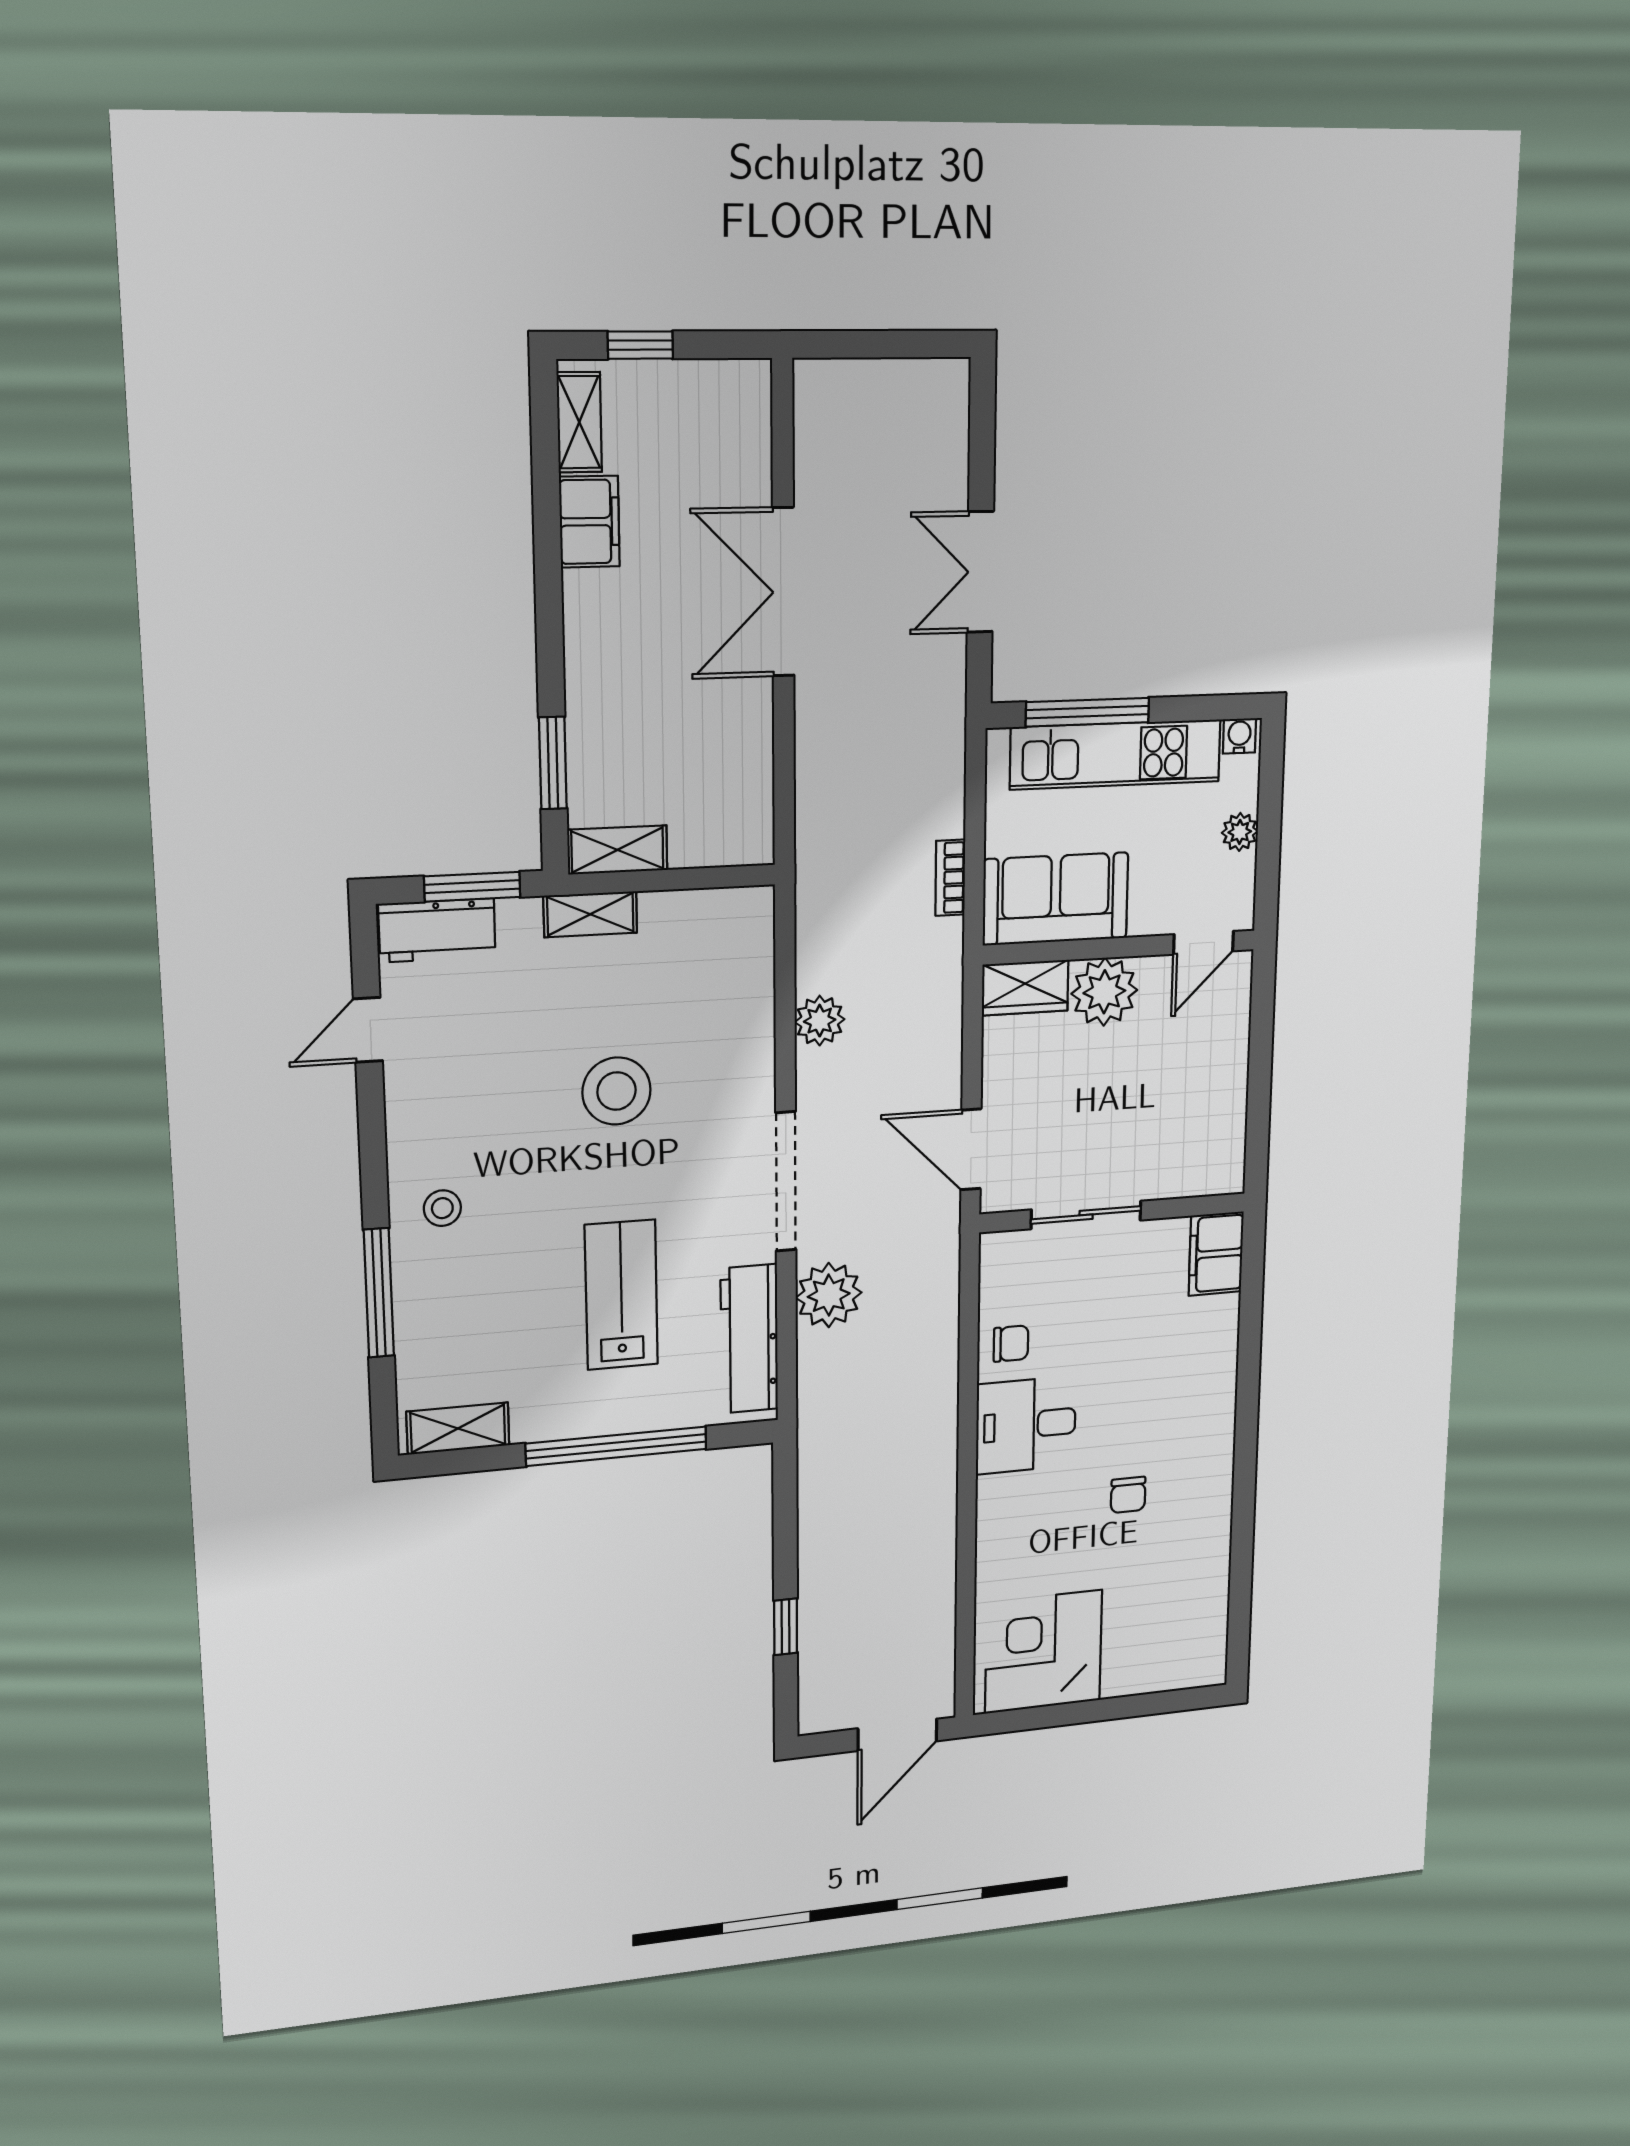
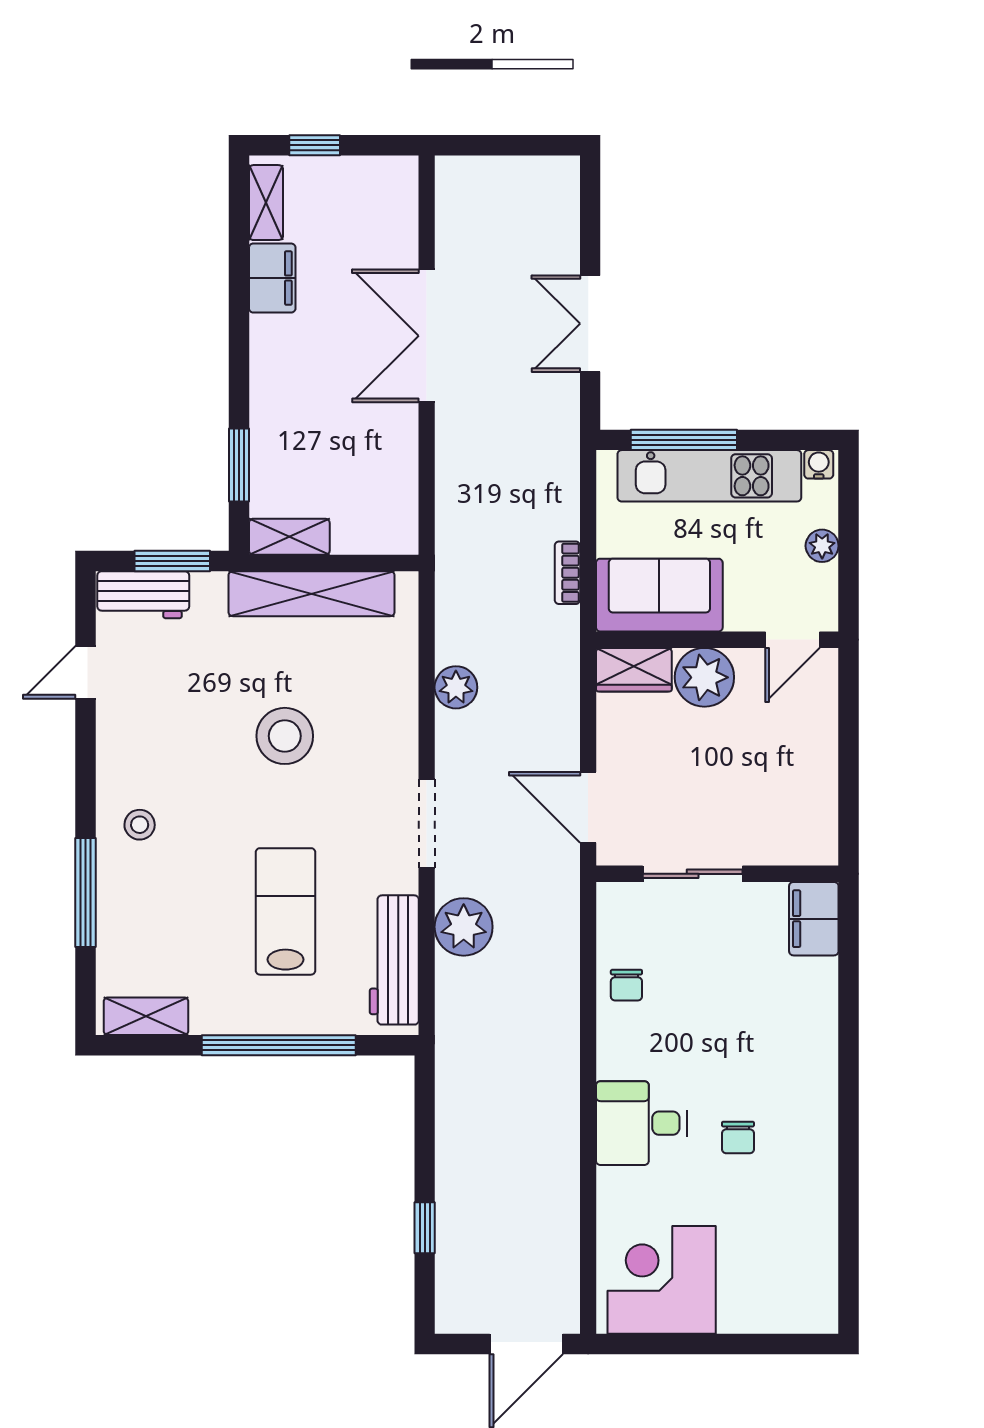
shelving: (590, 914) -> (312, 594), width x2.20, depth x1.33
doorway: (786, 1182) -> (427, 824), width x0.73
chair: (1011, 1344) -> (626, 985), turned 90
desk: (1026, 1425) -> (641, 1123), moved

